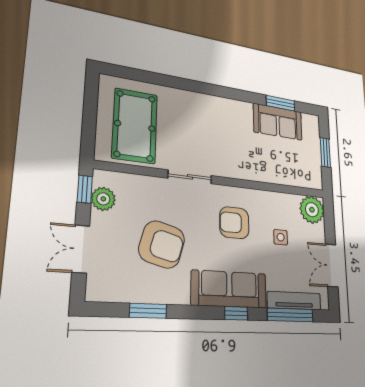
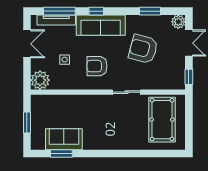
plant: (103, 199) -> (178, 22), moved
armchair: (234, 223) -> (97, 66), turned 180

